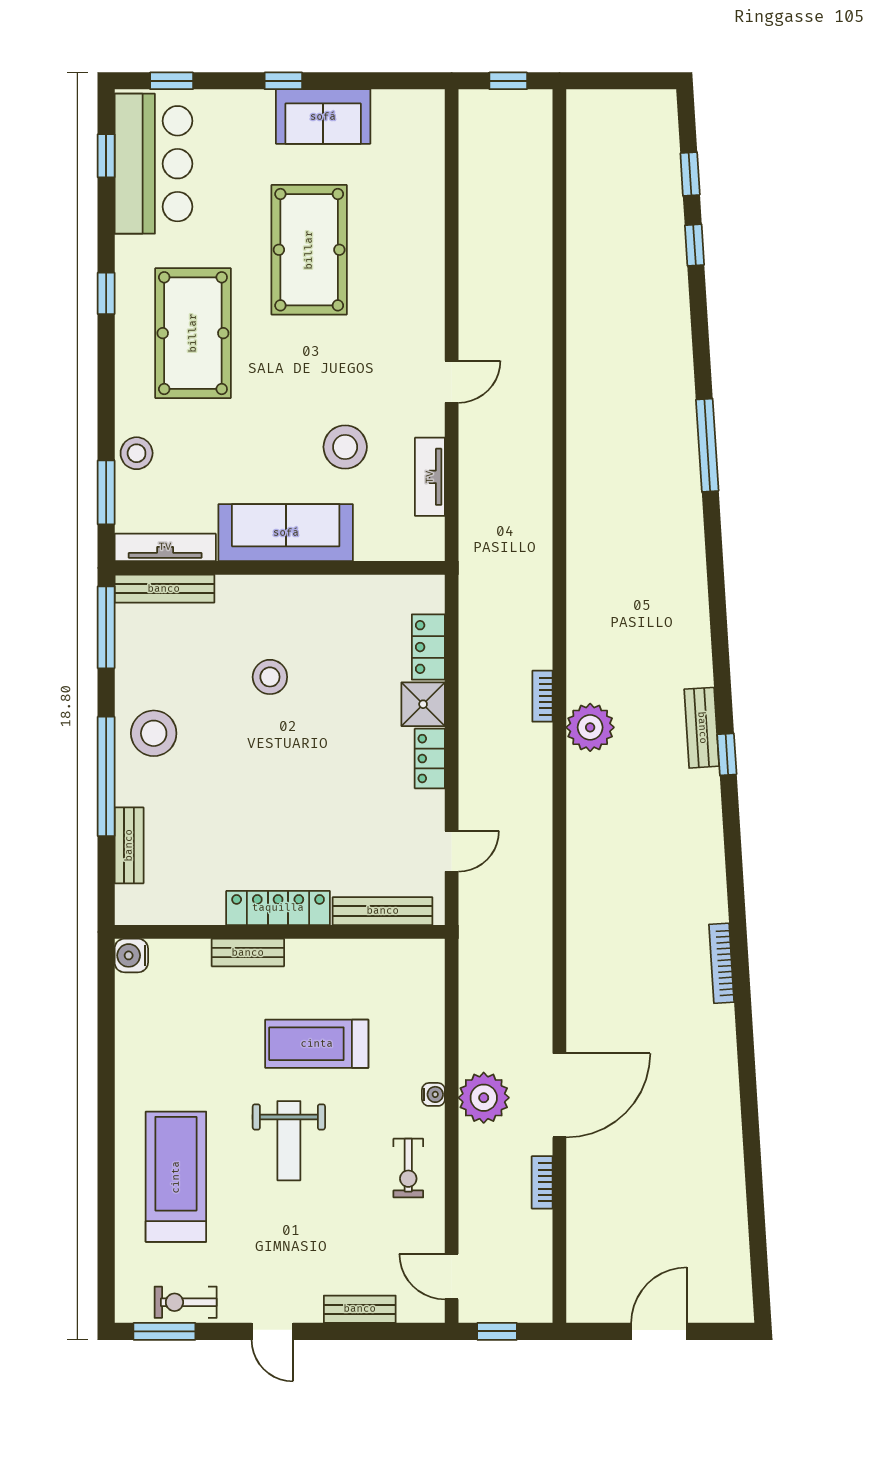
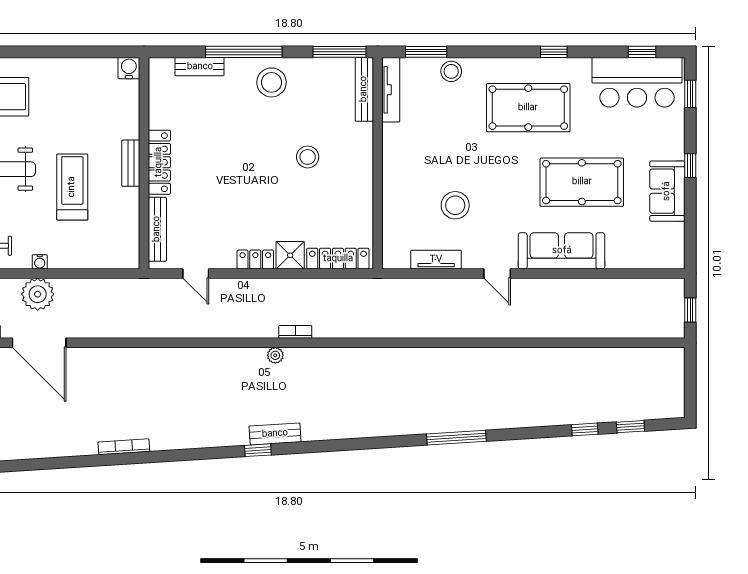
sofa: (286, 533) -> (562, 251), moved, turned -90
locker: (428, 647) -> (338, 259), width x1.53
plant: (590, 727) -> (275, 355), width x0.53, depth x0.53
bench: (248, 953) -> (131, 163), moved

